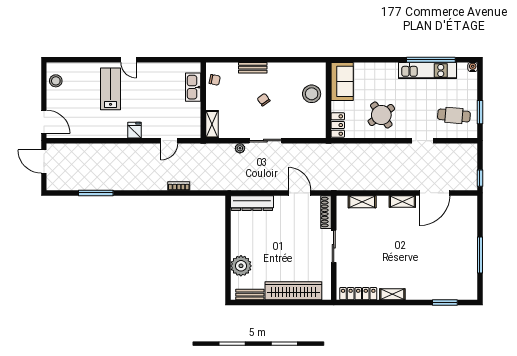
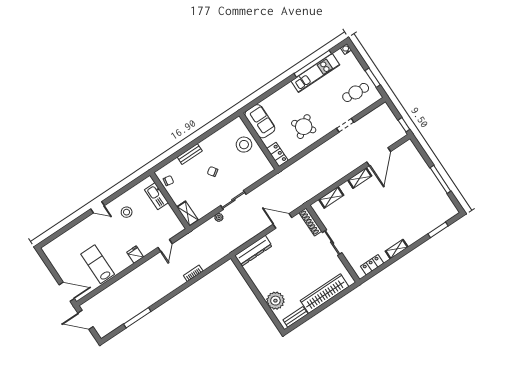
stool: (56, 81) -> (127, 212), moved
lab bench: (111, 89) -> (98, 264), moved
locker: (358, 294) -> (372, 265), width x0.66

